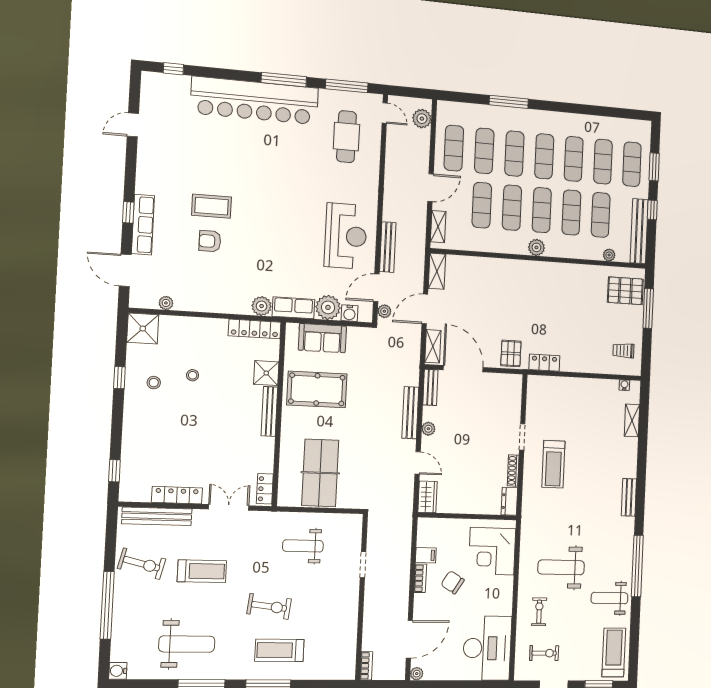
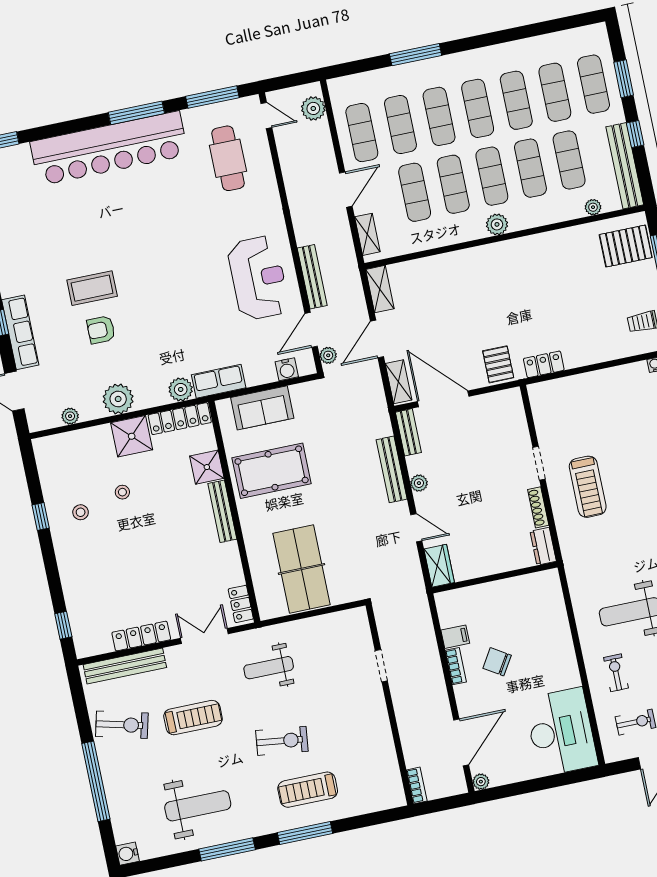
plant: (328, 307) -> (118, 399), moved
shower: (143, 329) -> (132, 436), moved
weight bench: (303, 546) -> (269, 668), moved
corner desk: (492, 551) -> (537, 612), removed

